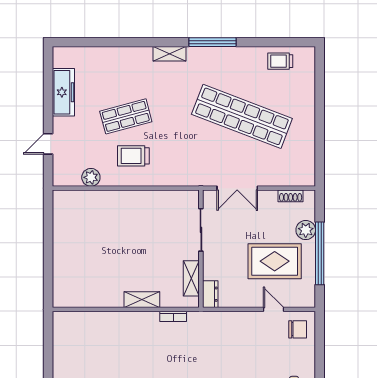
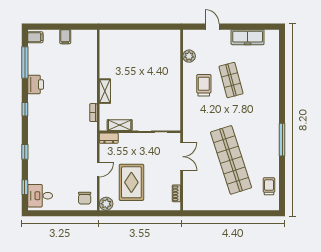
shelving: (169, 54) -> (274, 110), removed
shop shelf: (242, 116) -> (231, 160), turned -39
double door: (237, 188) -> (182, 157), swing flipped
plant: (306, 230) -> (106, 204), moved
window: (320, 253) -> (137, 213), removed
door: (274, 309) -> (98, 170), moved
filing cabinet: (63, 358) -> (65, 37), added

